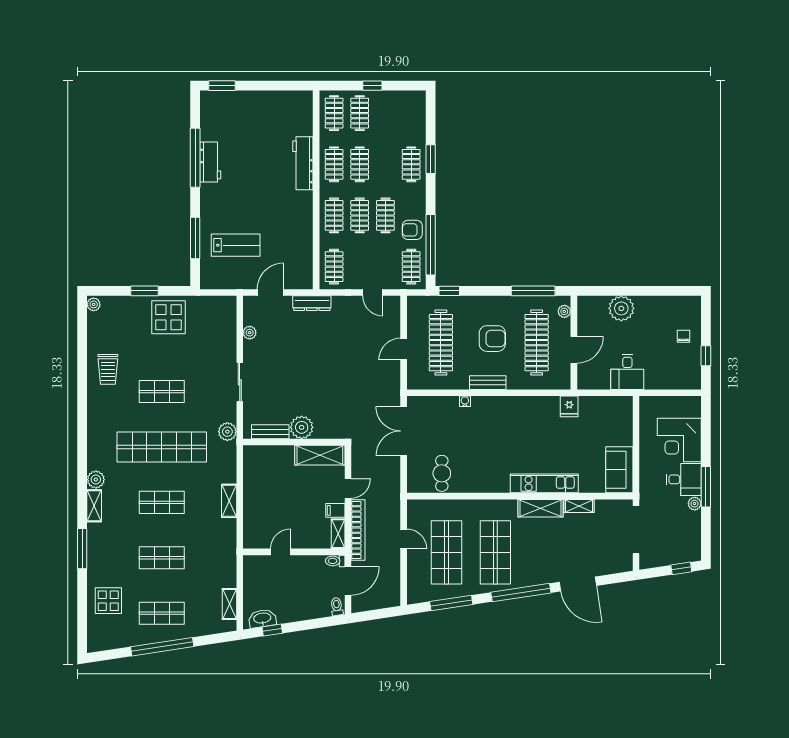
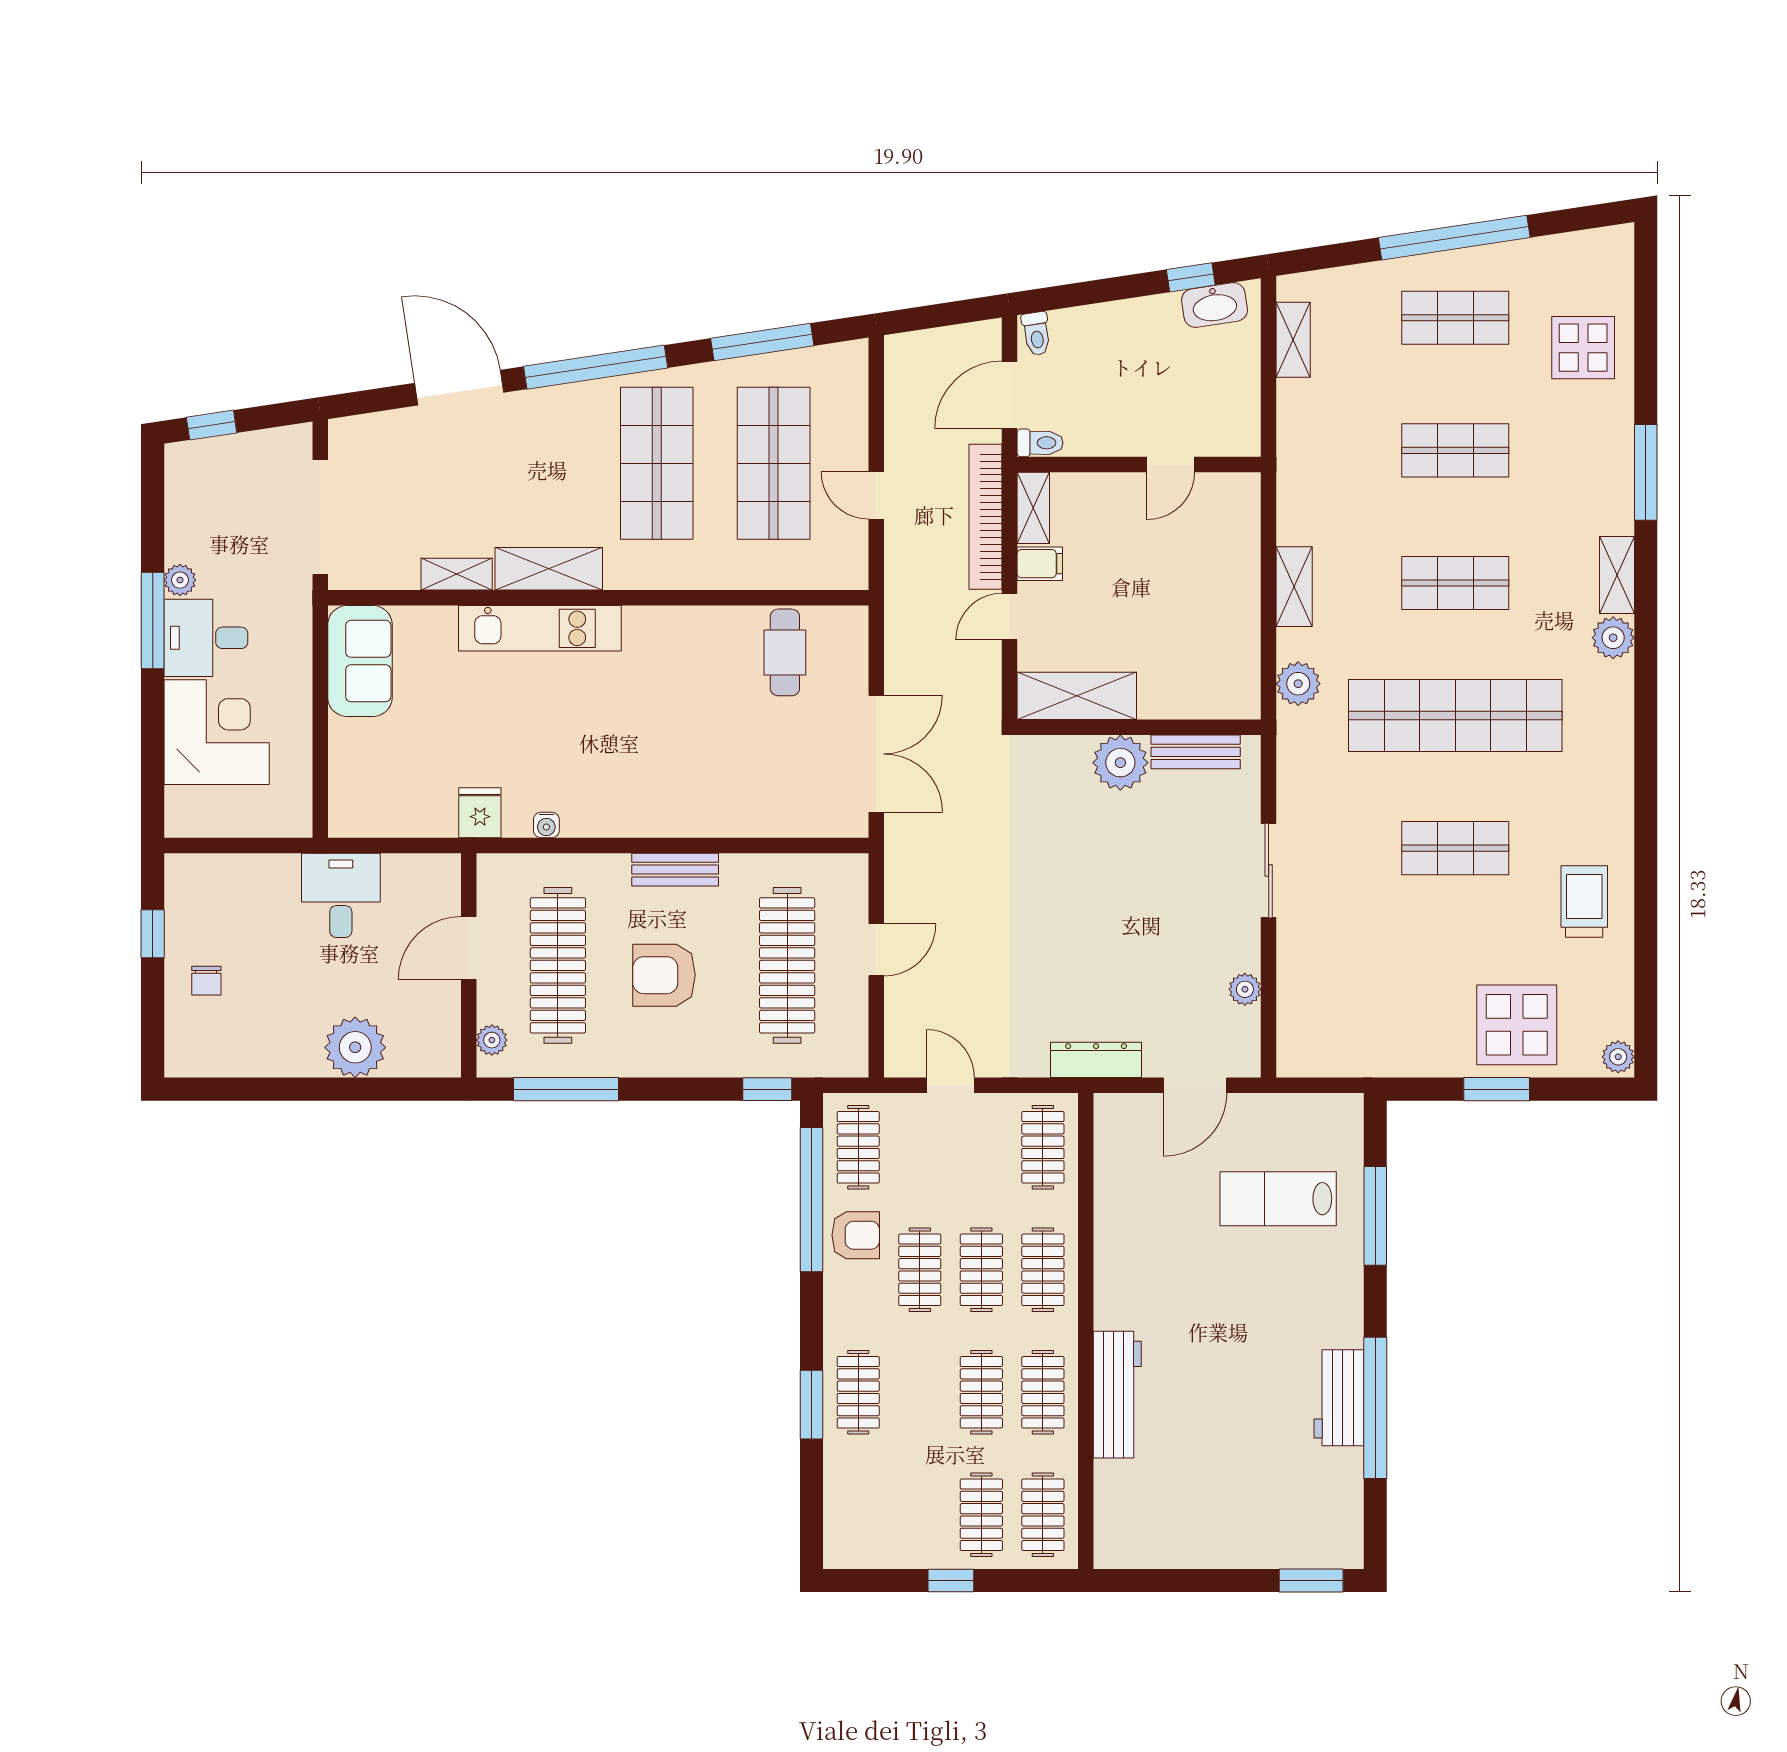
display table: (169, 317) -> (1517, 1025), moved
water cooler: (465, 401) -> (546, 825), moved
plant: (227, 432) -> (1298, 684), moved

